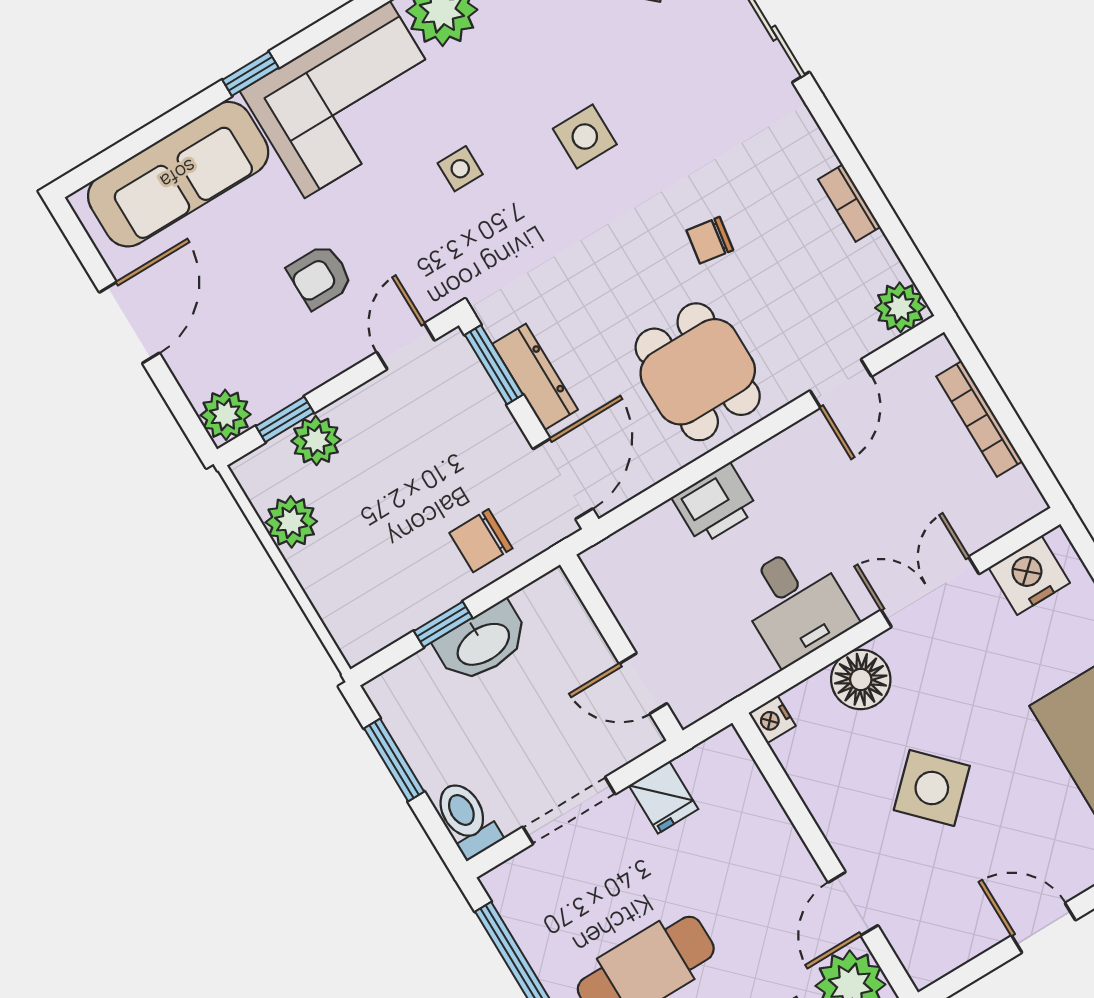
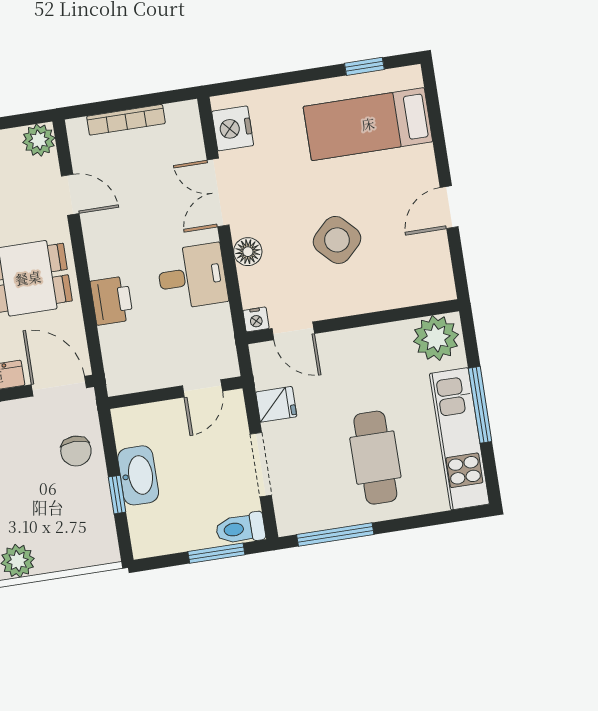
floor lamp: (861, 679) -> (248, 252), width x0.73, depth x0.73
window: (394, 760) -> (216, 553), moved
door: (853, 904) -> (293, 331), moved

